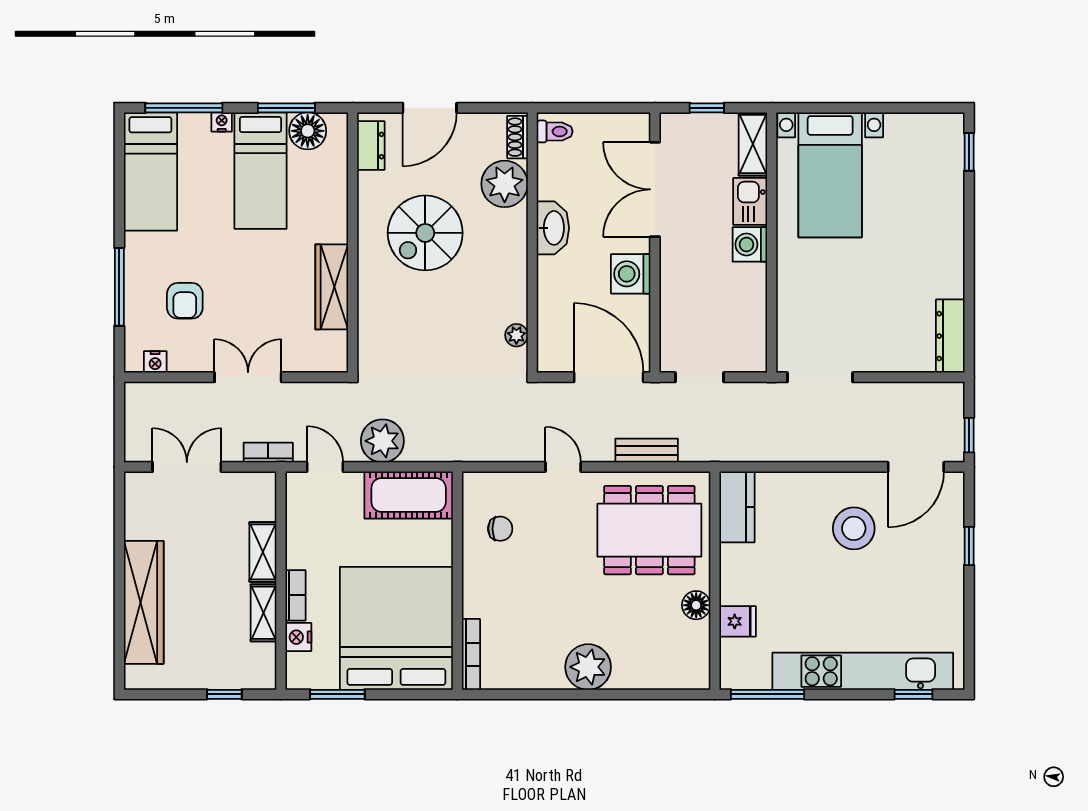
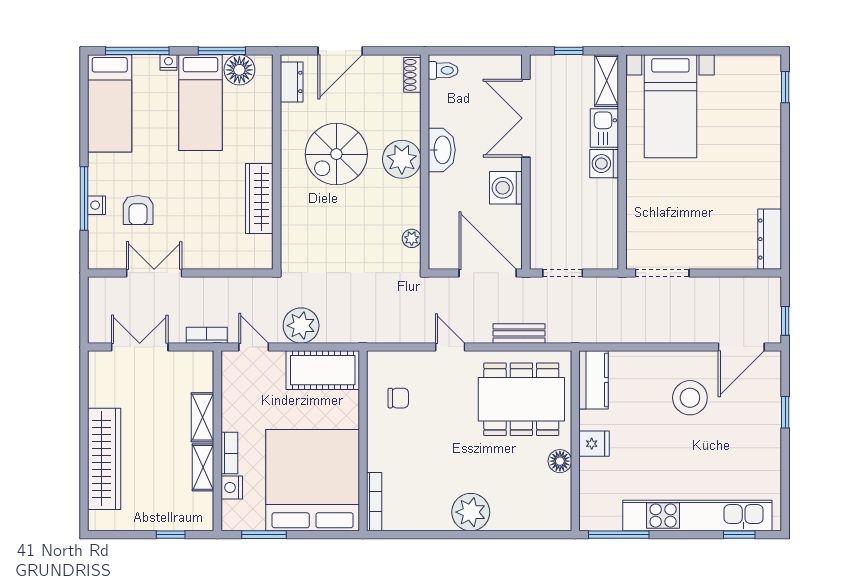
plant: (505, 184) -> (402, 159), moved
nightstand: (155, 362) -> (97, 205), moved, turned 90
double door: (248, 377) -> (154, 273), moved
fridge: (738, 621) -> (594, 444), moved

